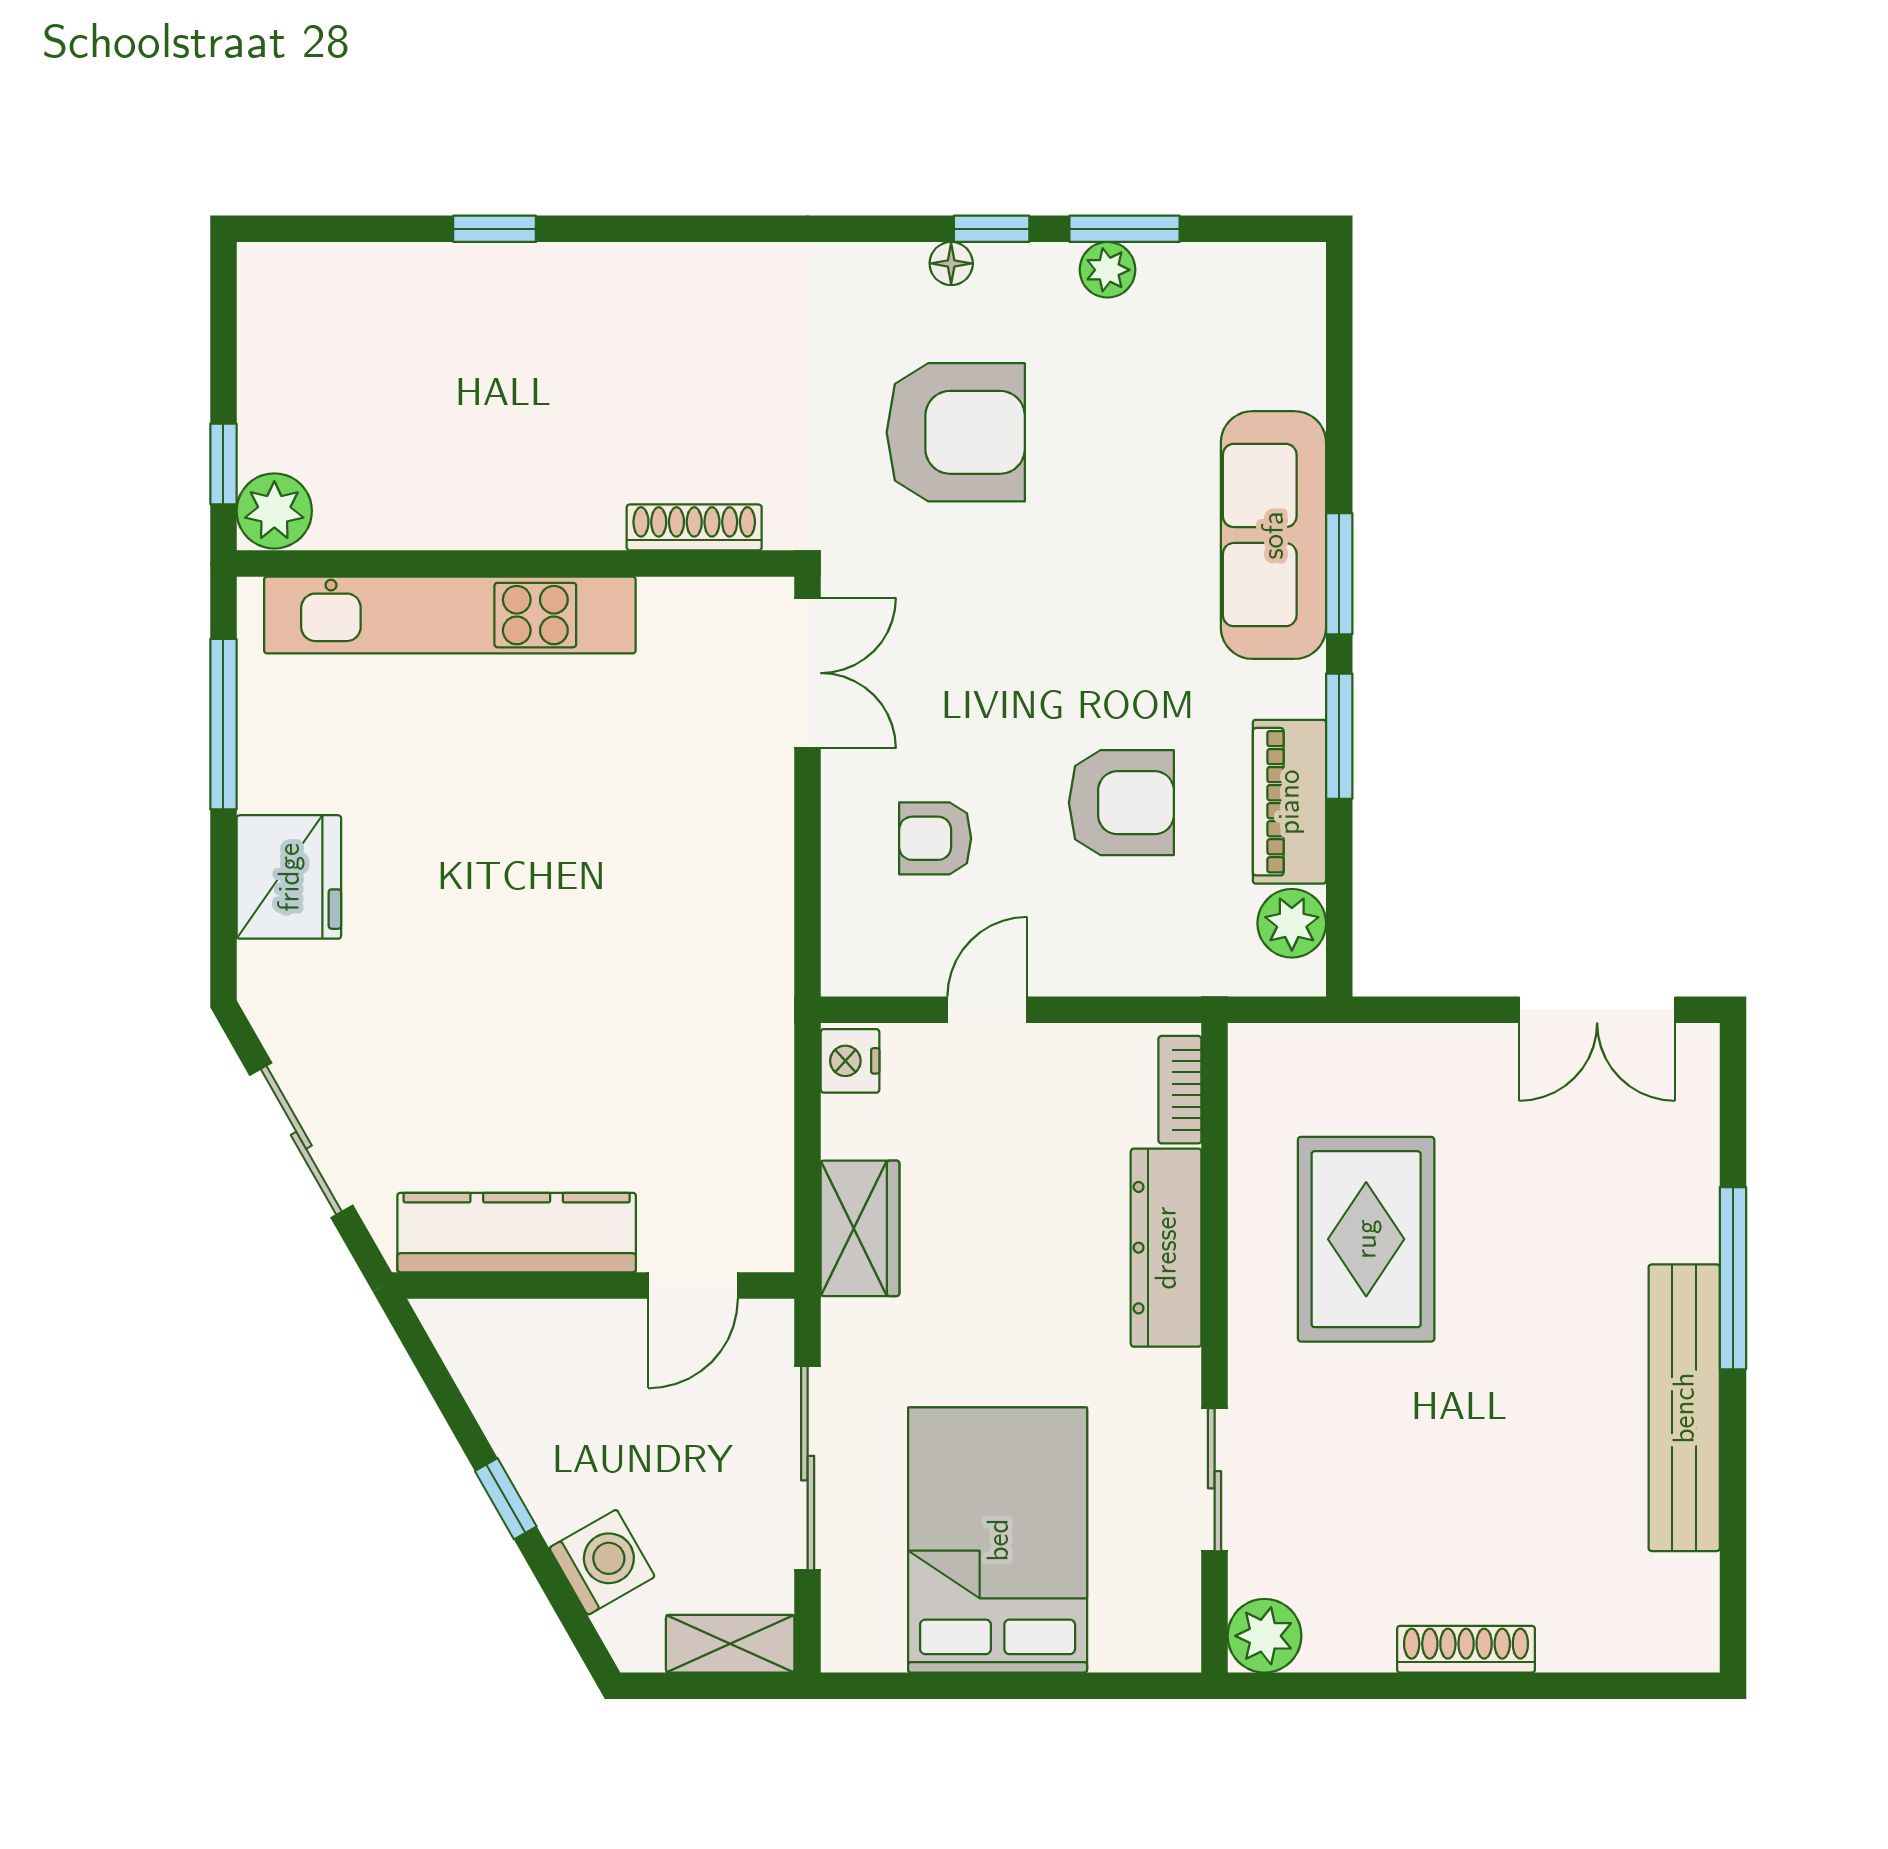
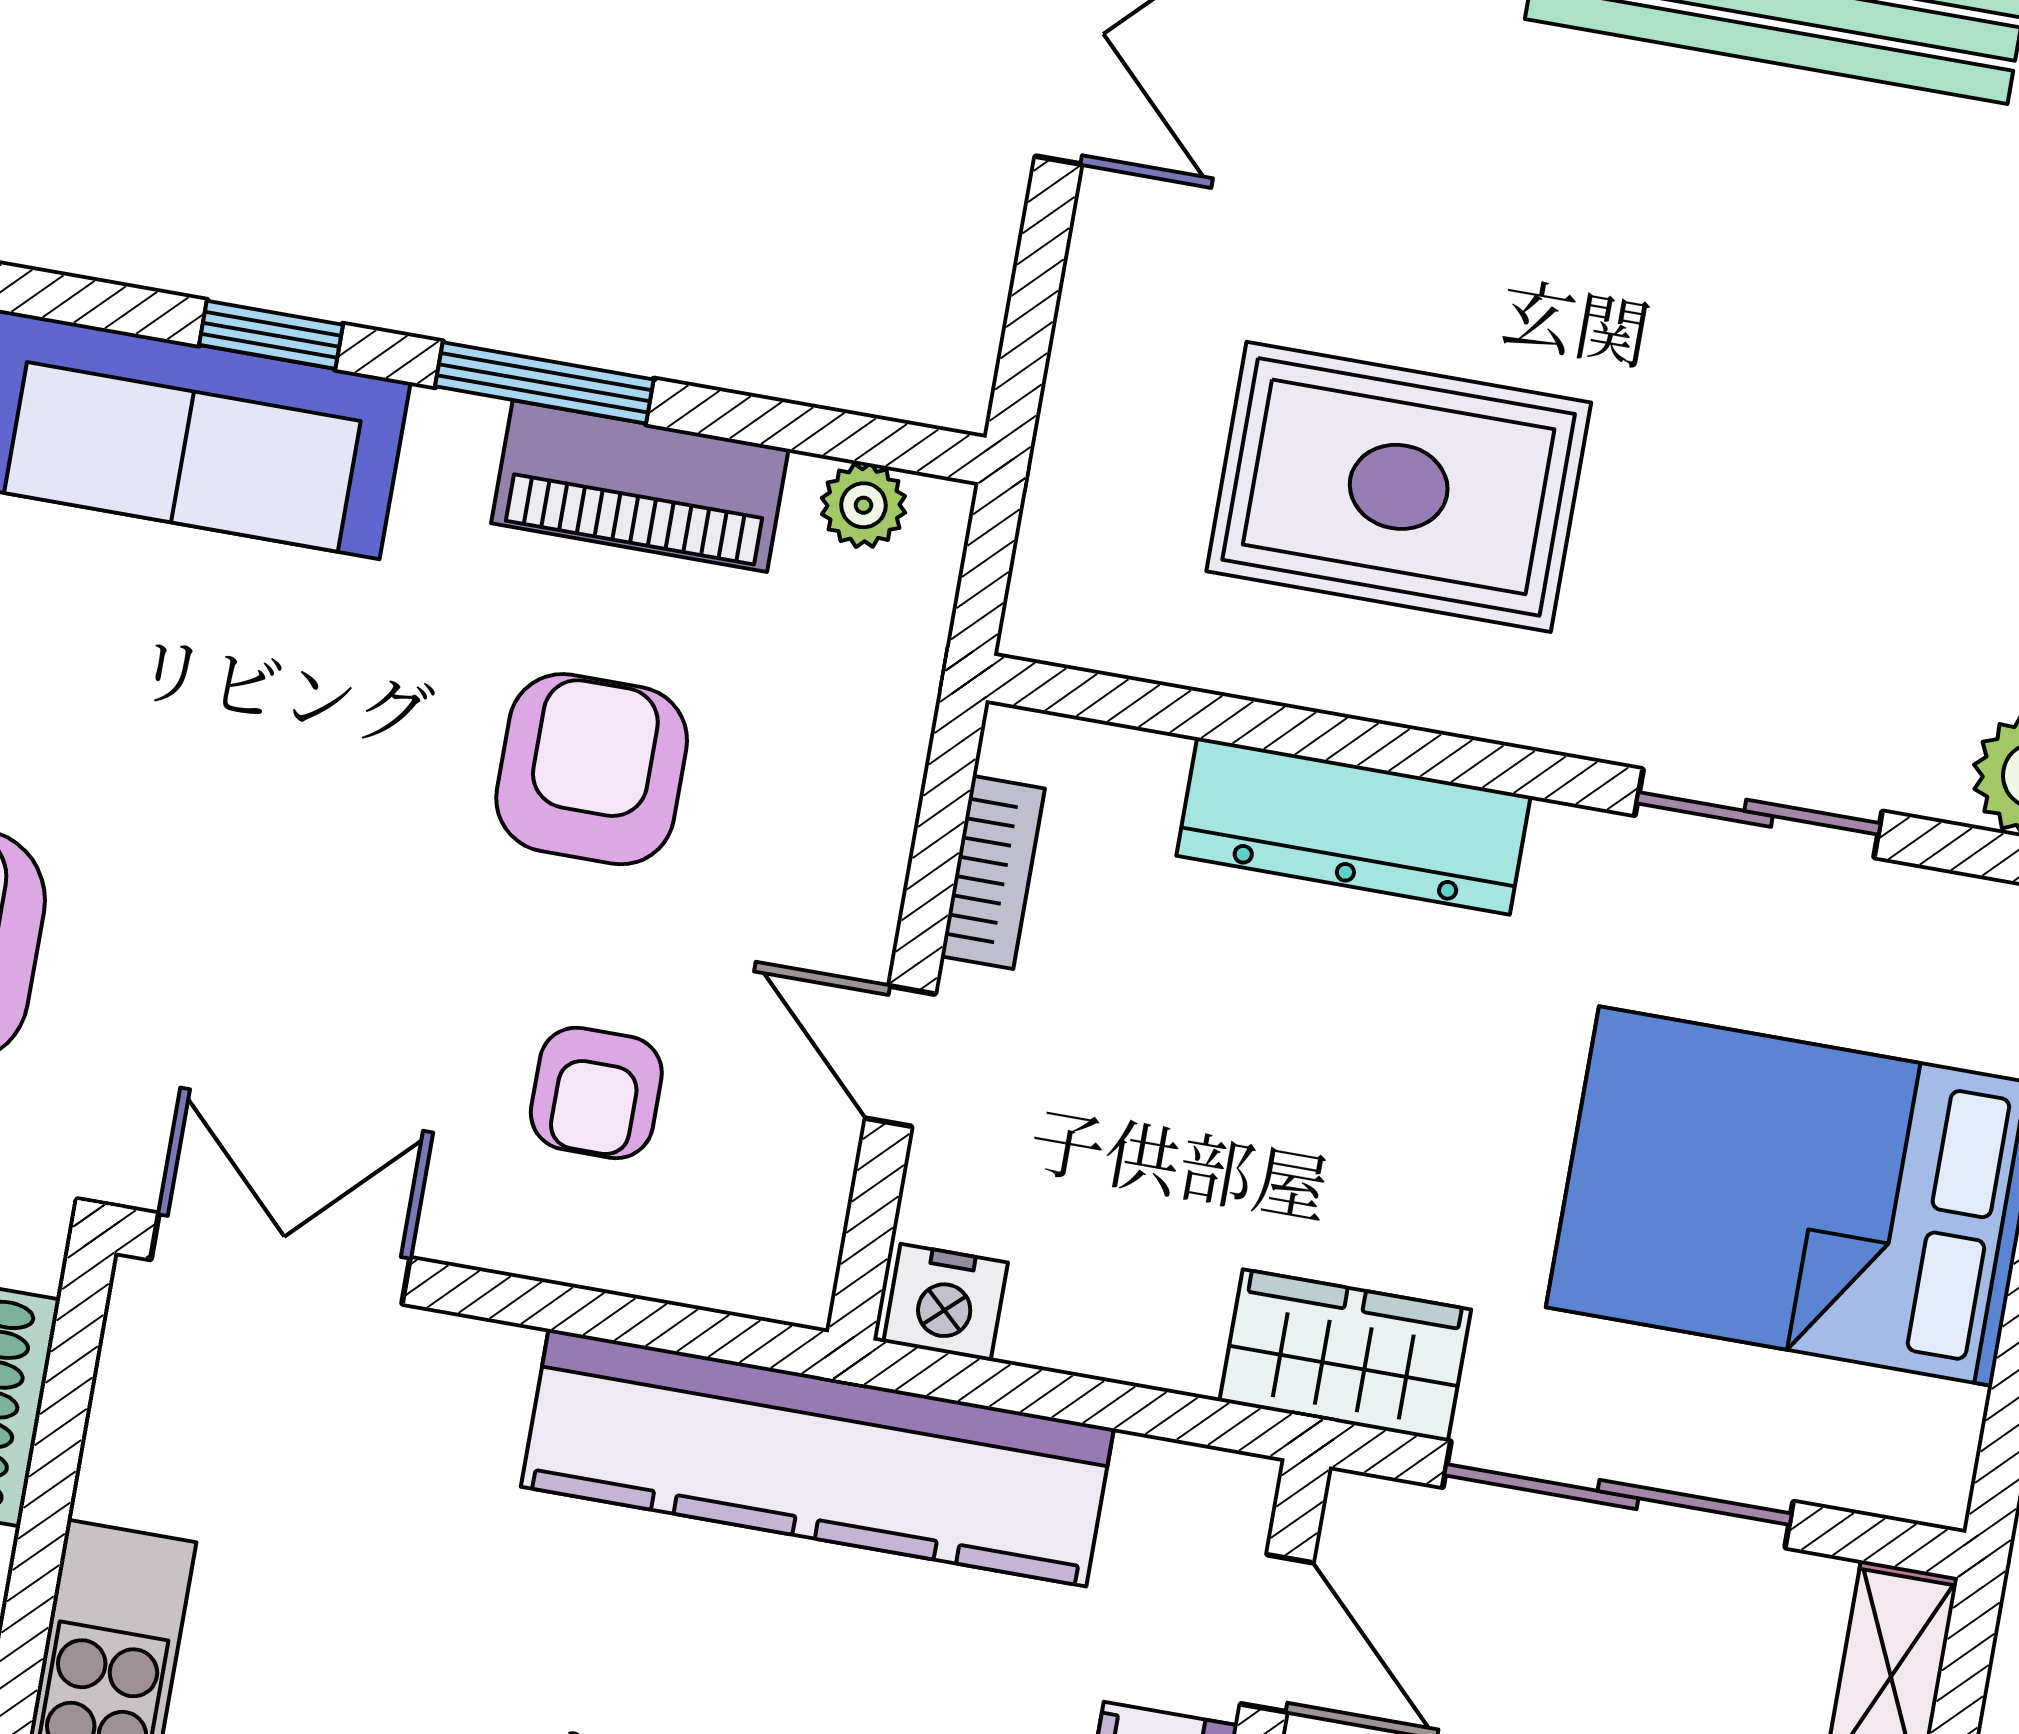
window: (1339, 574) -> (271, 335), width x0.67
plant: (1292, 923) -> (863, 505), width x0.73, depth x0.73
kitchen counter: (747, 1003) -> (817, 1458), added
bookcase: (1180, 1090) -> (993, 872), moved, turned -90
wardrobe: (860, 1228) -> (1345, 1355), moved

